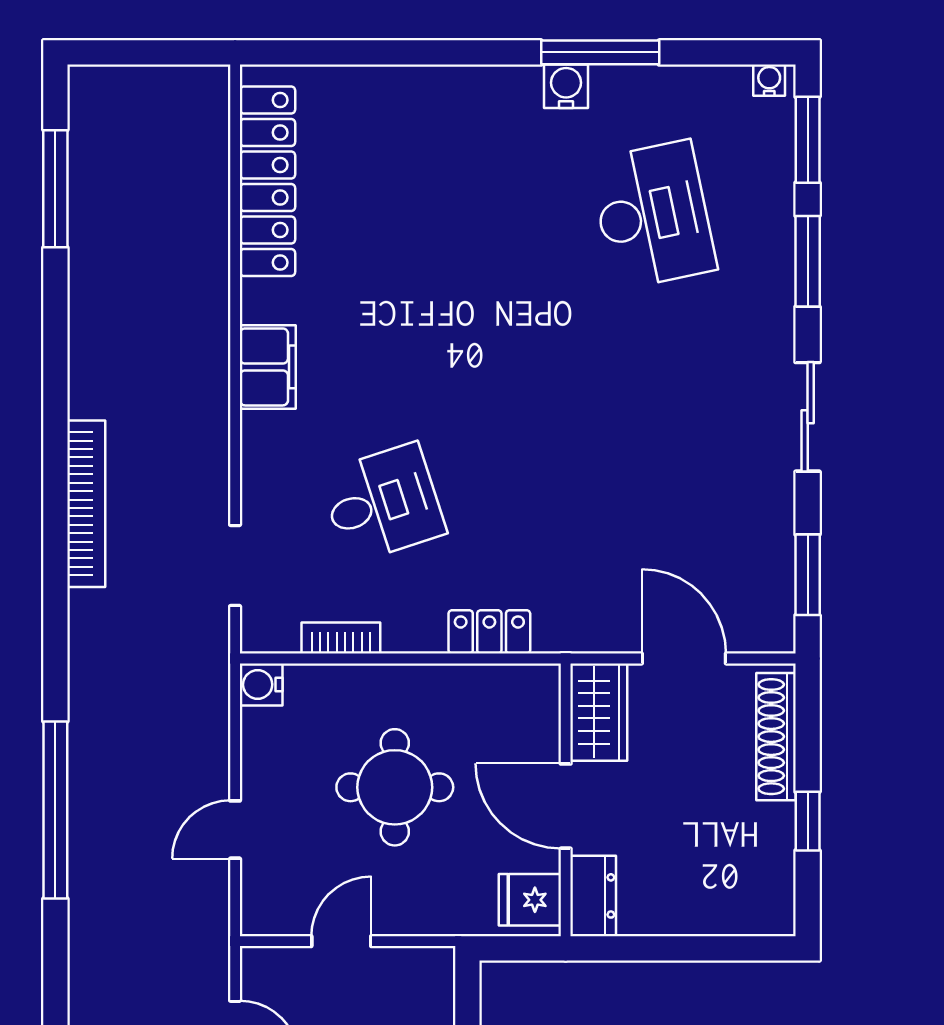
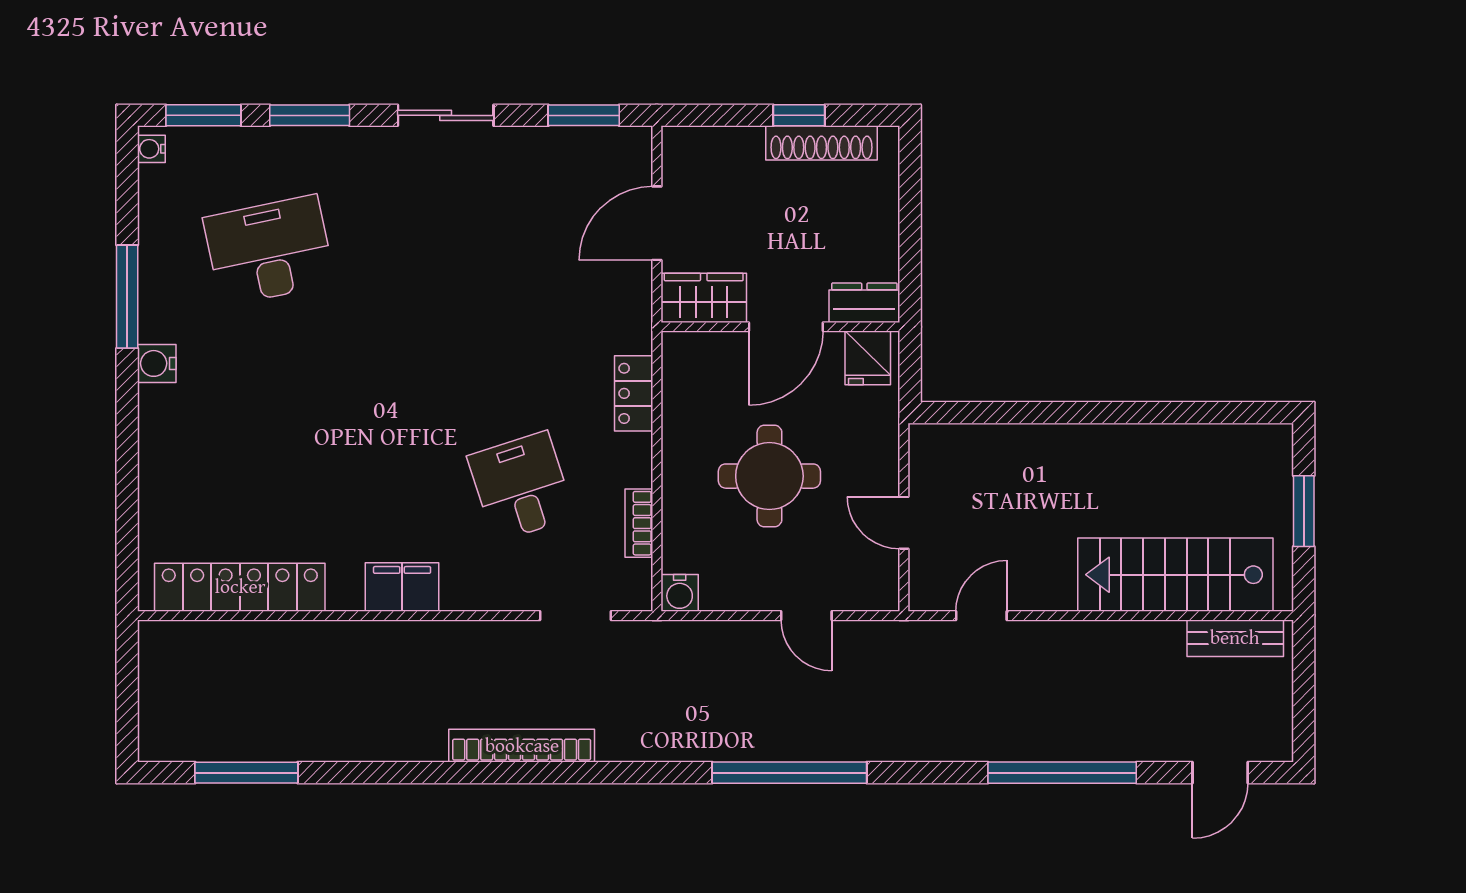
water cooler: (566, 86) -> (157, 363), moved
shoe rack: (776, 737) -> (822, 143), moved

